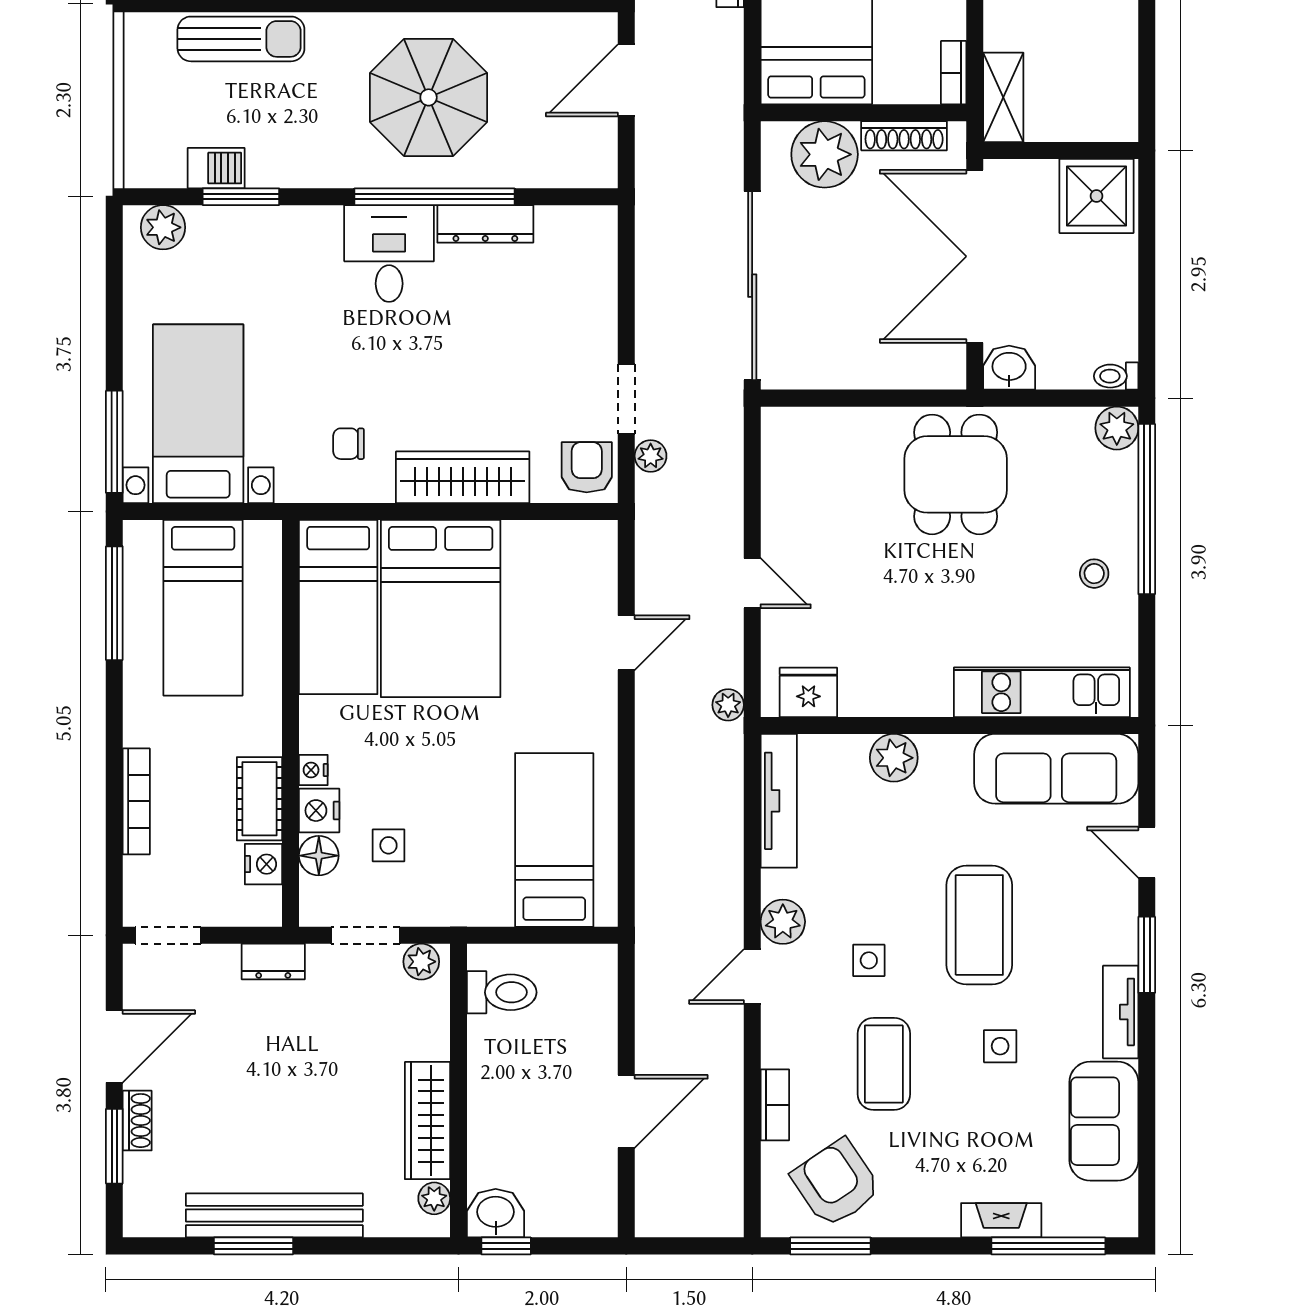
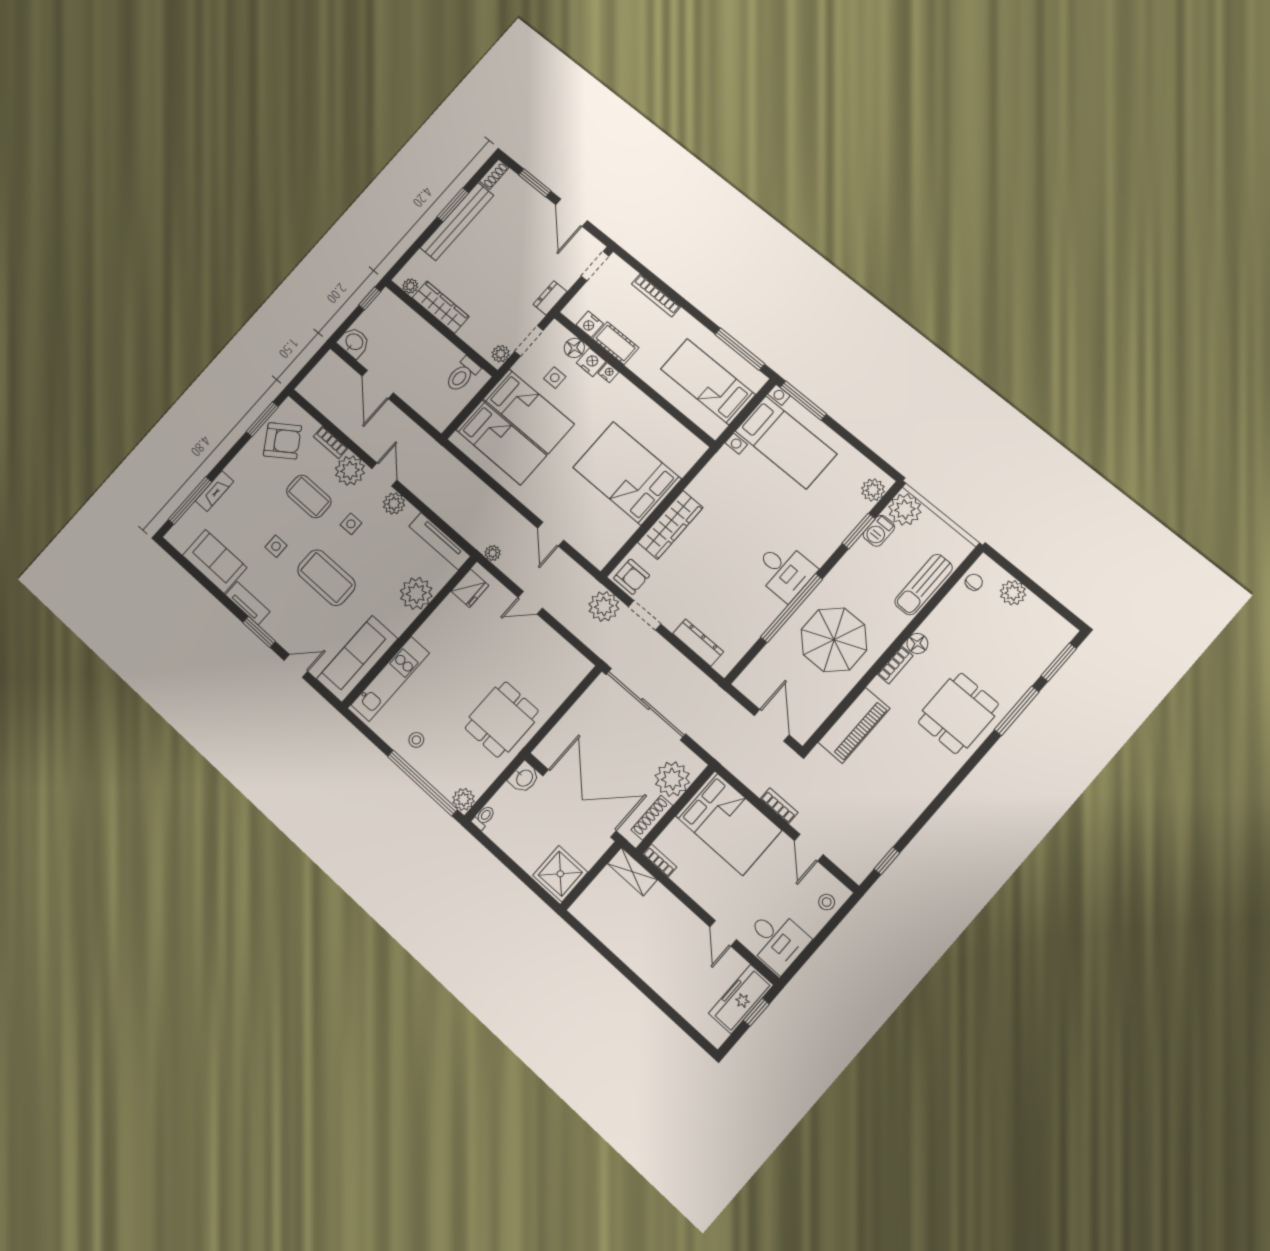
plant: (154, 157) -> (905, 509), added
dresser: (485, 224) -> (698, 643), moved, turned 90
chair: (349, 444) -> (722, 491), removed
plant: (651, 456) -> (604, 606), width x1.87, depth x1.87
dining table: (956, 474) -> (502, 719), turned 90
bed: (338, 607) -> (529, 411), moved, turned 180
plant: (894, 758) -> (416, 593), width x1.36, depth x1.36
plant: (791, 1035) -> (350, 471), added
shoe rack: (137, 1121) -> (494, 174), moved, turned -90
washbasin: (496, 1213) -> (354, 342), moved, turned -90

